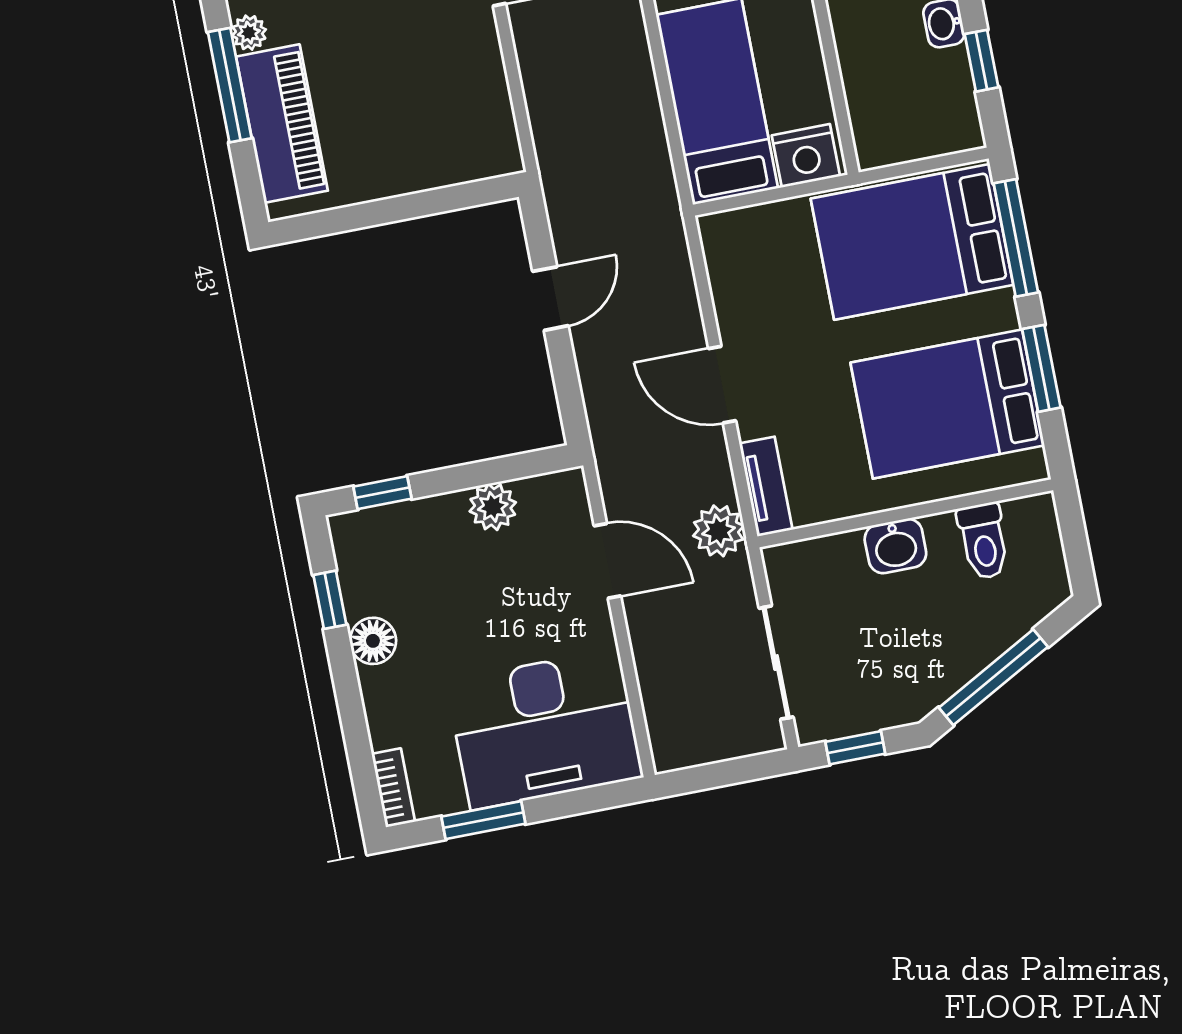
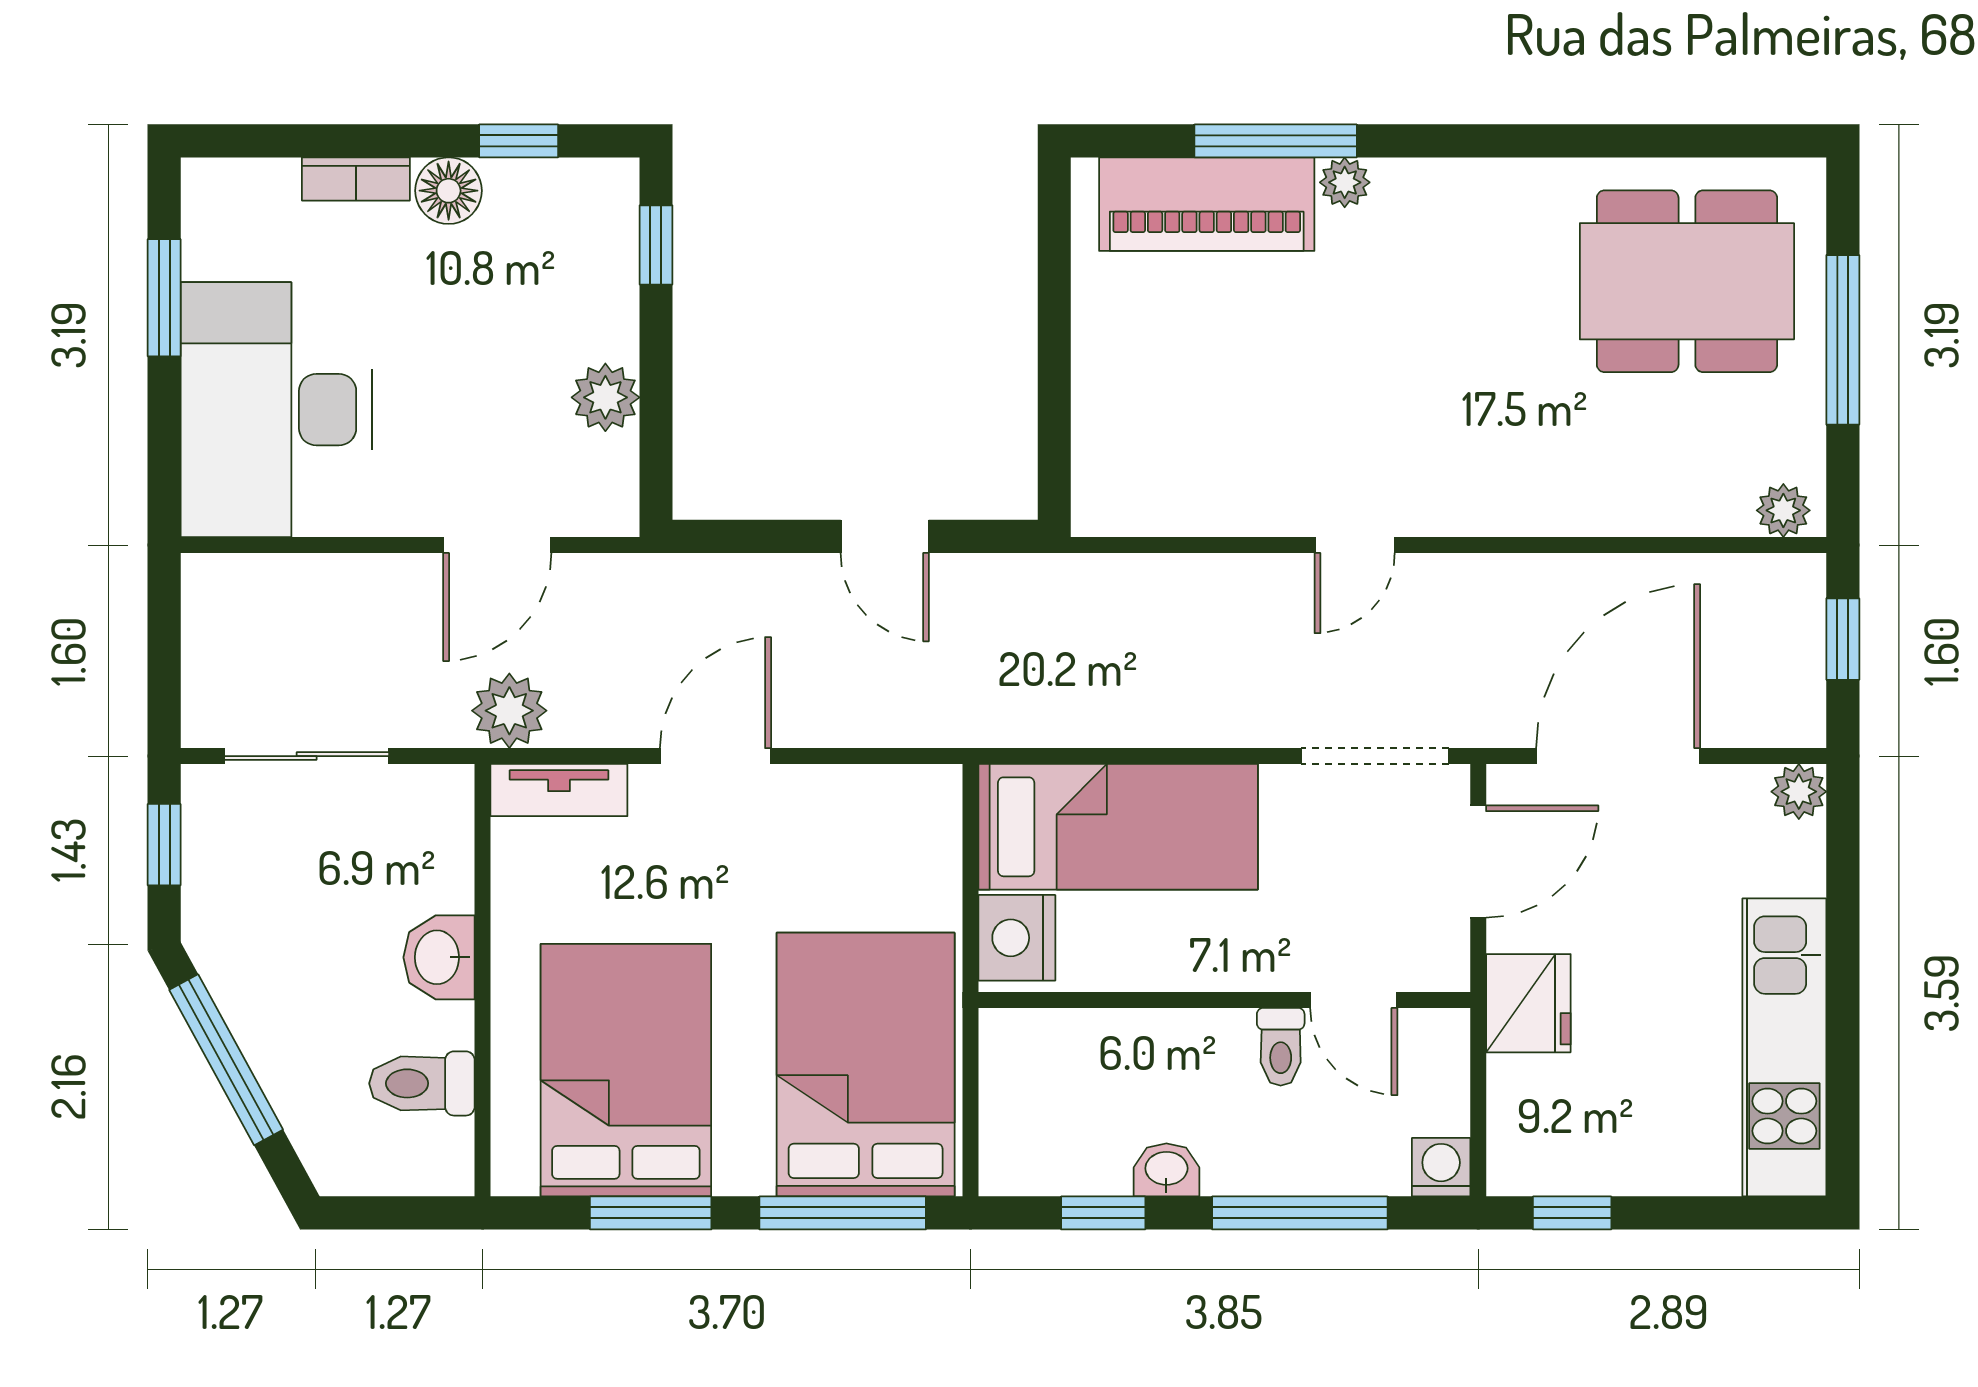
bookcase: (393, 788) -> (356, 179), moved

